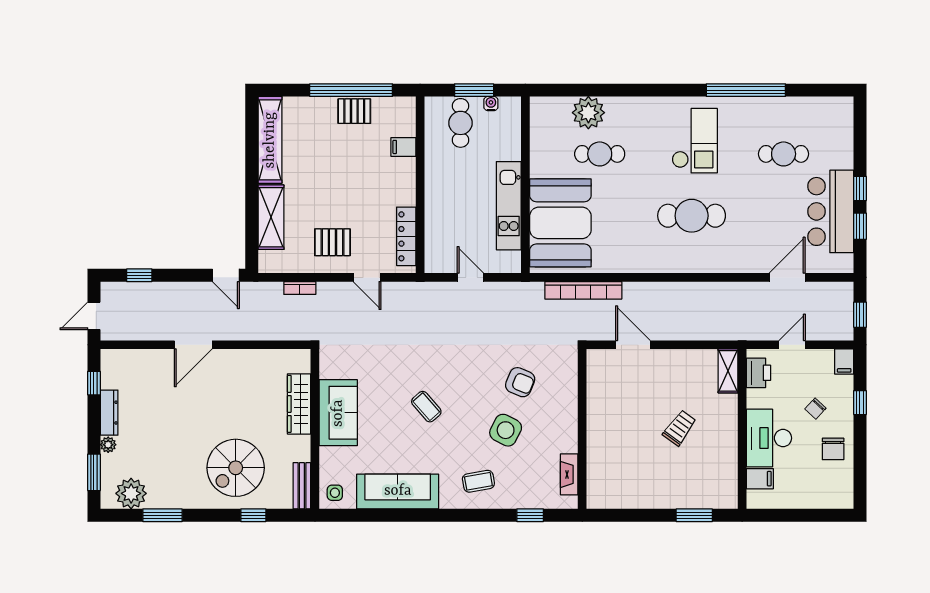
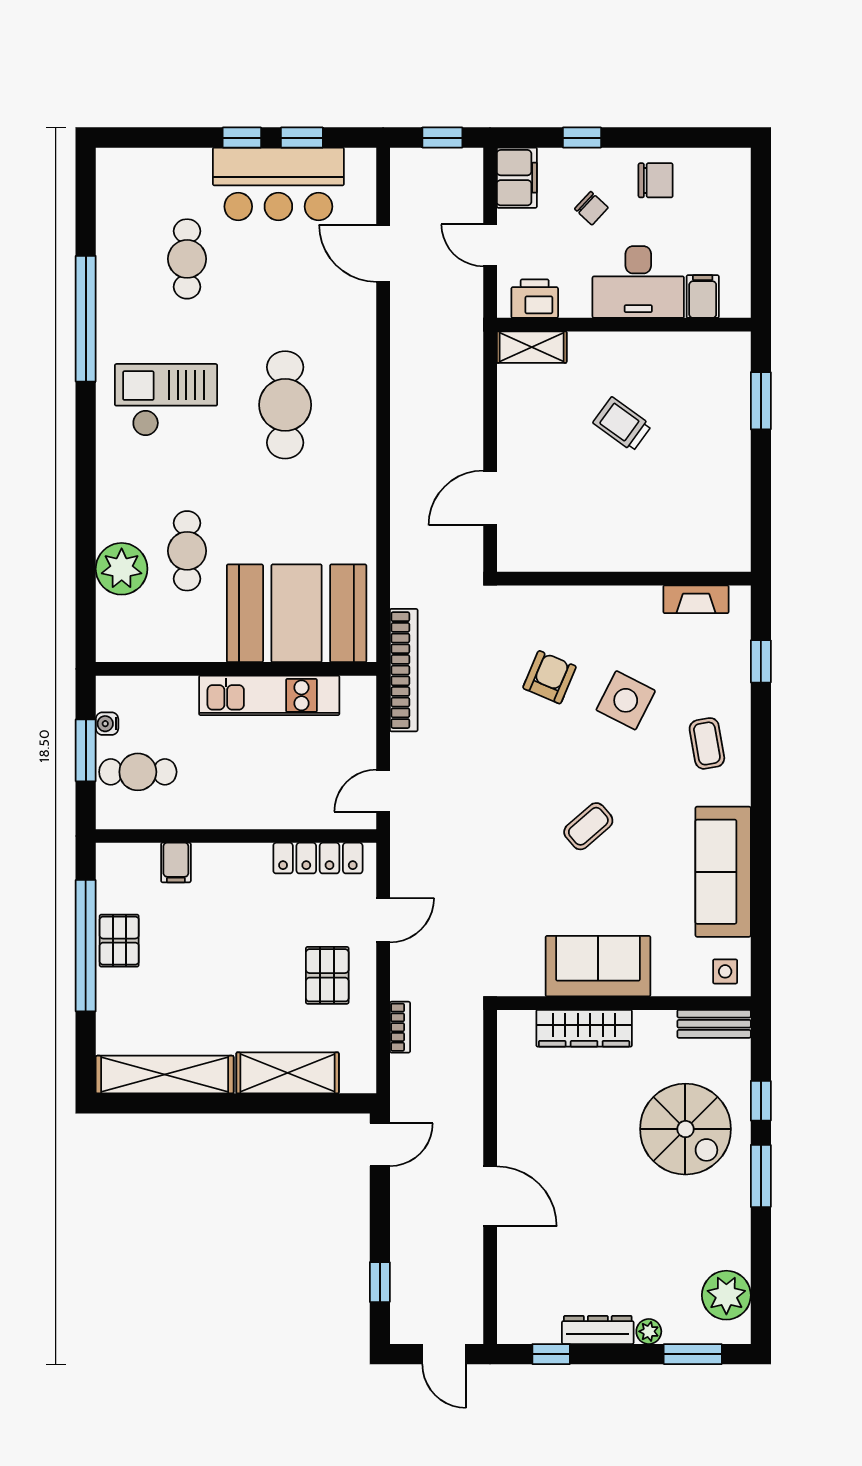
door: (470, 277) -> (383, 791), moved
bookcase: (583, 290) -> (404, 670), moved
filing cabinet: (844, 362) -> (517, 178), width x2.00
window: (162, 515) -> (761, 1176), moved

